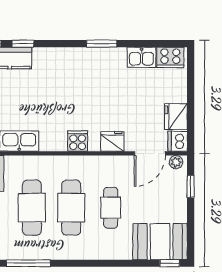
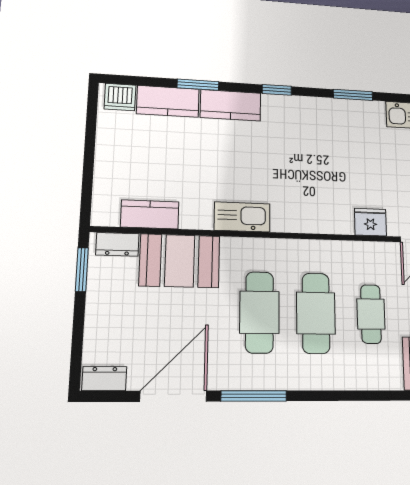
window: (23, 44) -> (277, 90), moved
cooker: (78, 141) -> (324, 220), removed

